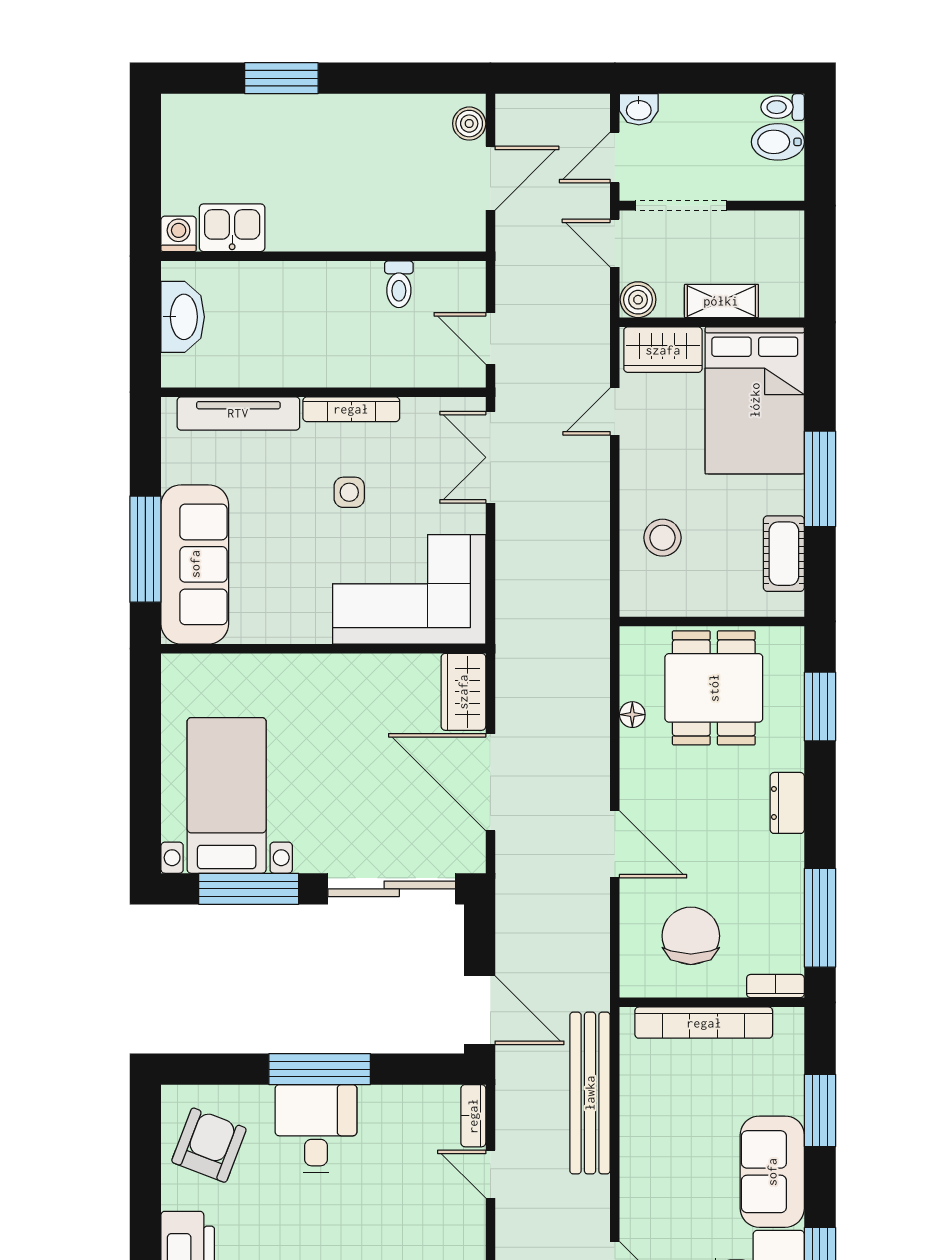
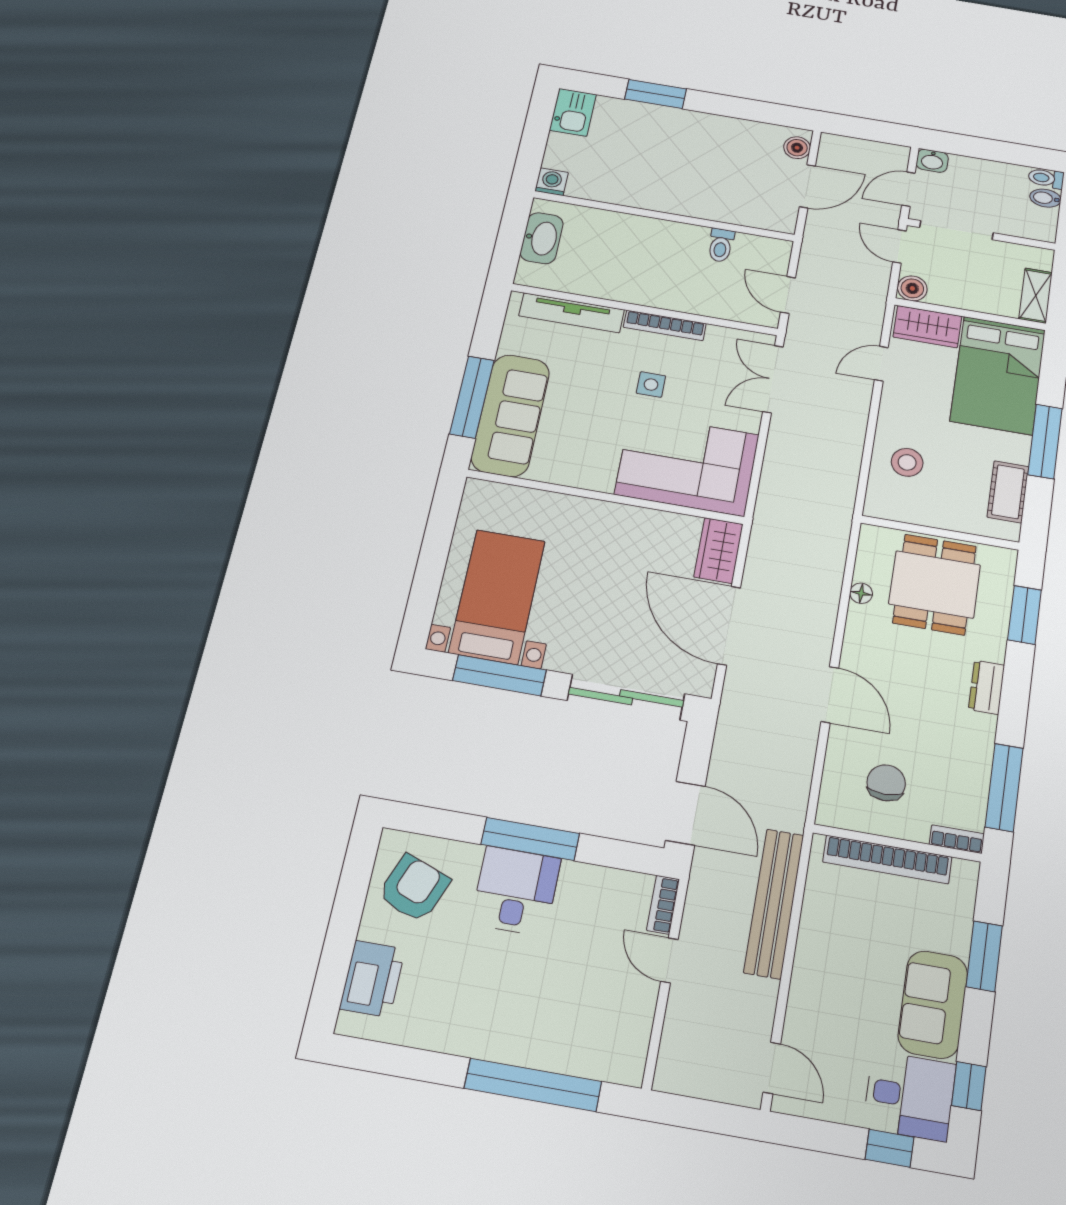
bidet: (778, 142) -> (1045, 198), width x0.72, depth x0.74
kitchen sink: (232, 228) -> (573, 112), moved, turned 90
shelving: (721, 301) -> (1036, 296), moved, turned 90
chair: (691, 936) -> (886, 783), width x0.73, depth x0.73

